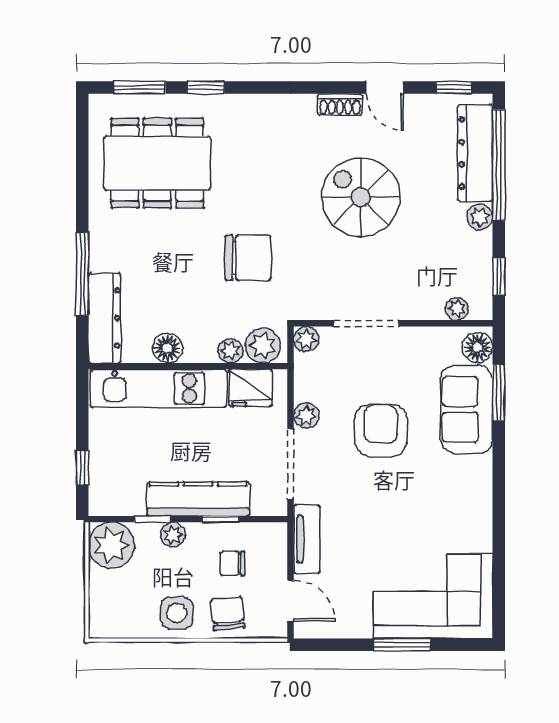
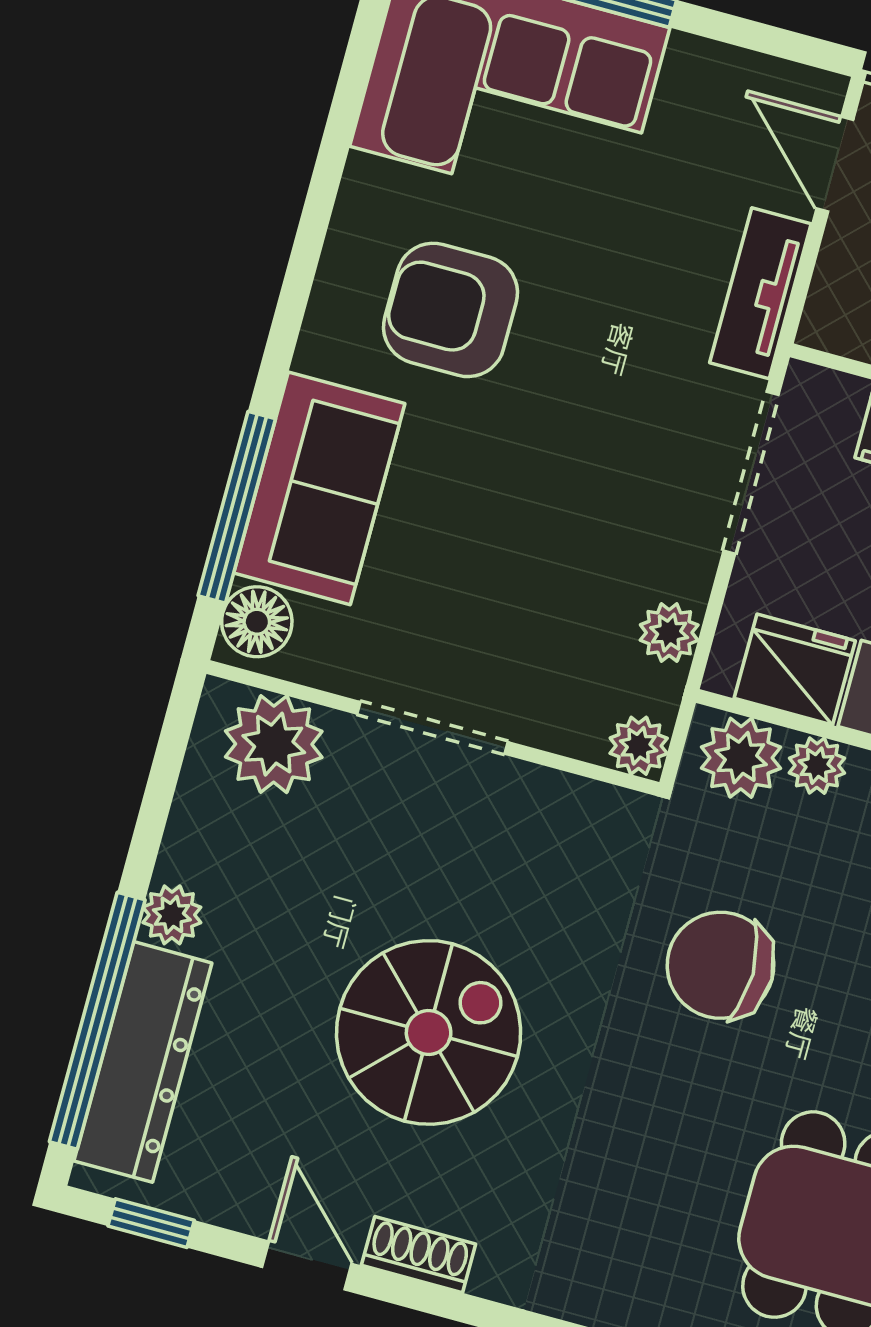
spiral stairs: (361, 197) -> (429, 1032), turned -90
window: (499, 276) -> (166, 769), removed
plant: (457, 309) -> (274, 744), width x1.88, depth x1.88
doorway: (366, 323) -> (432, 728), moved
window: (499, 392) -> (237, 507), width x1.44
plant: (306, 416) -> (669, 633), moved
armchair: (381, 431) -> (451, 310), moved, turned 90

